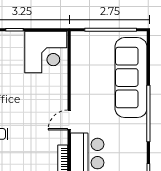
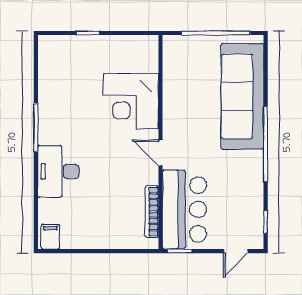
corner desk: (46, 52) -> (131, 101), moved, turned 90
door: (69, 120) -> (160, 153), hinge flipped

